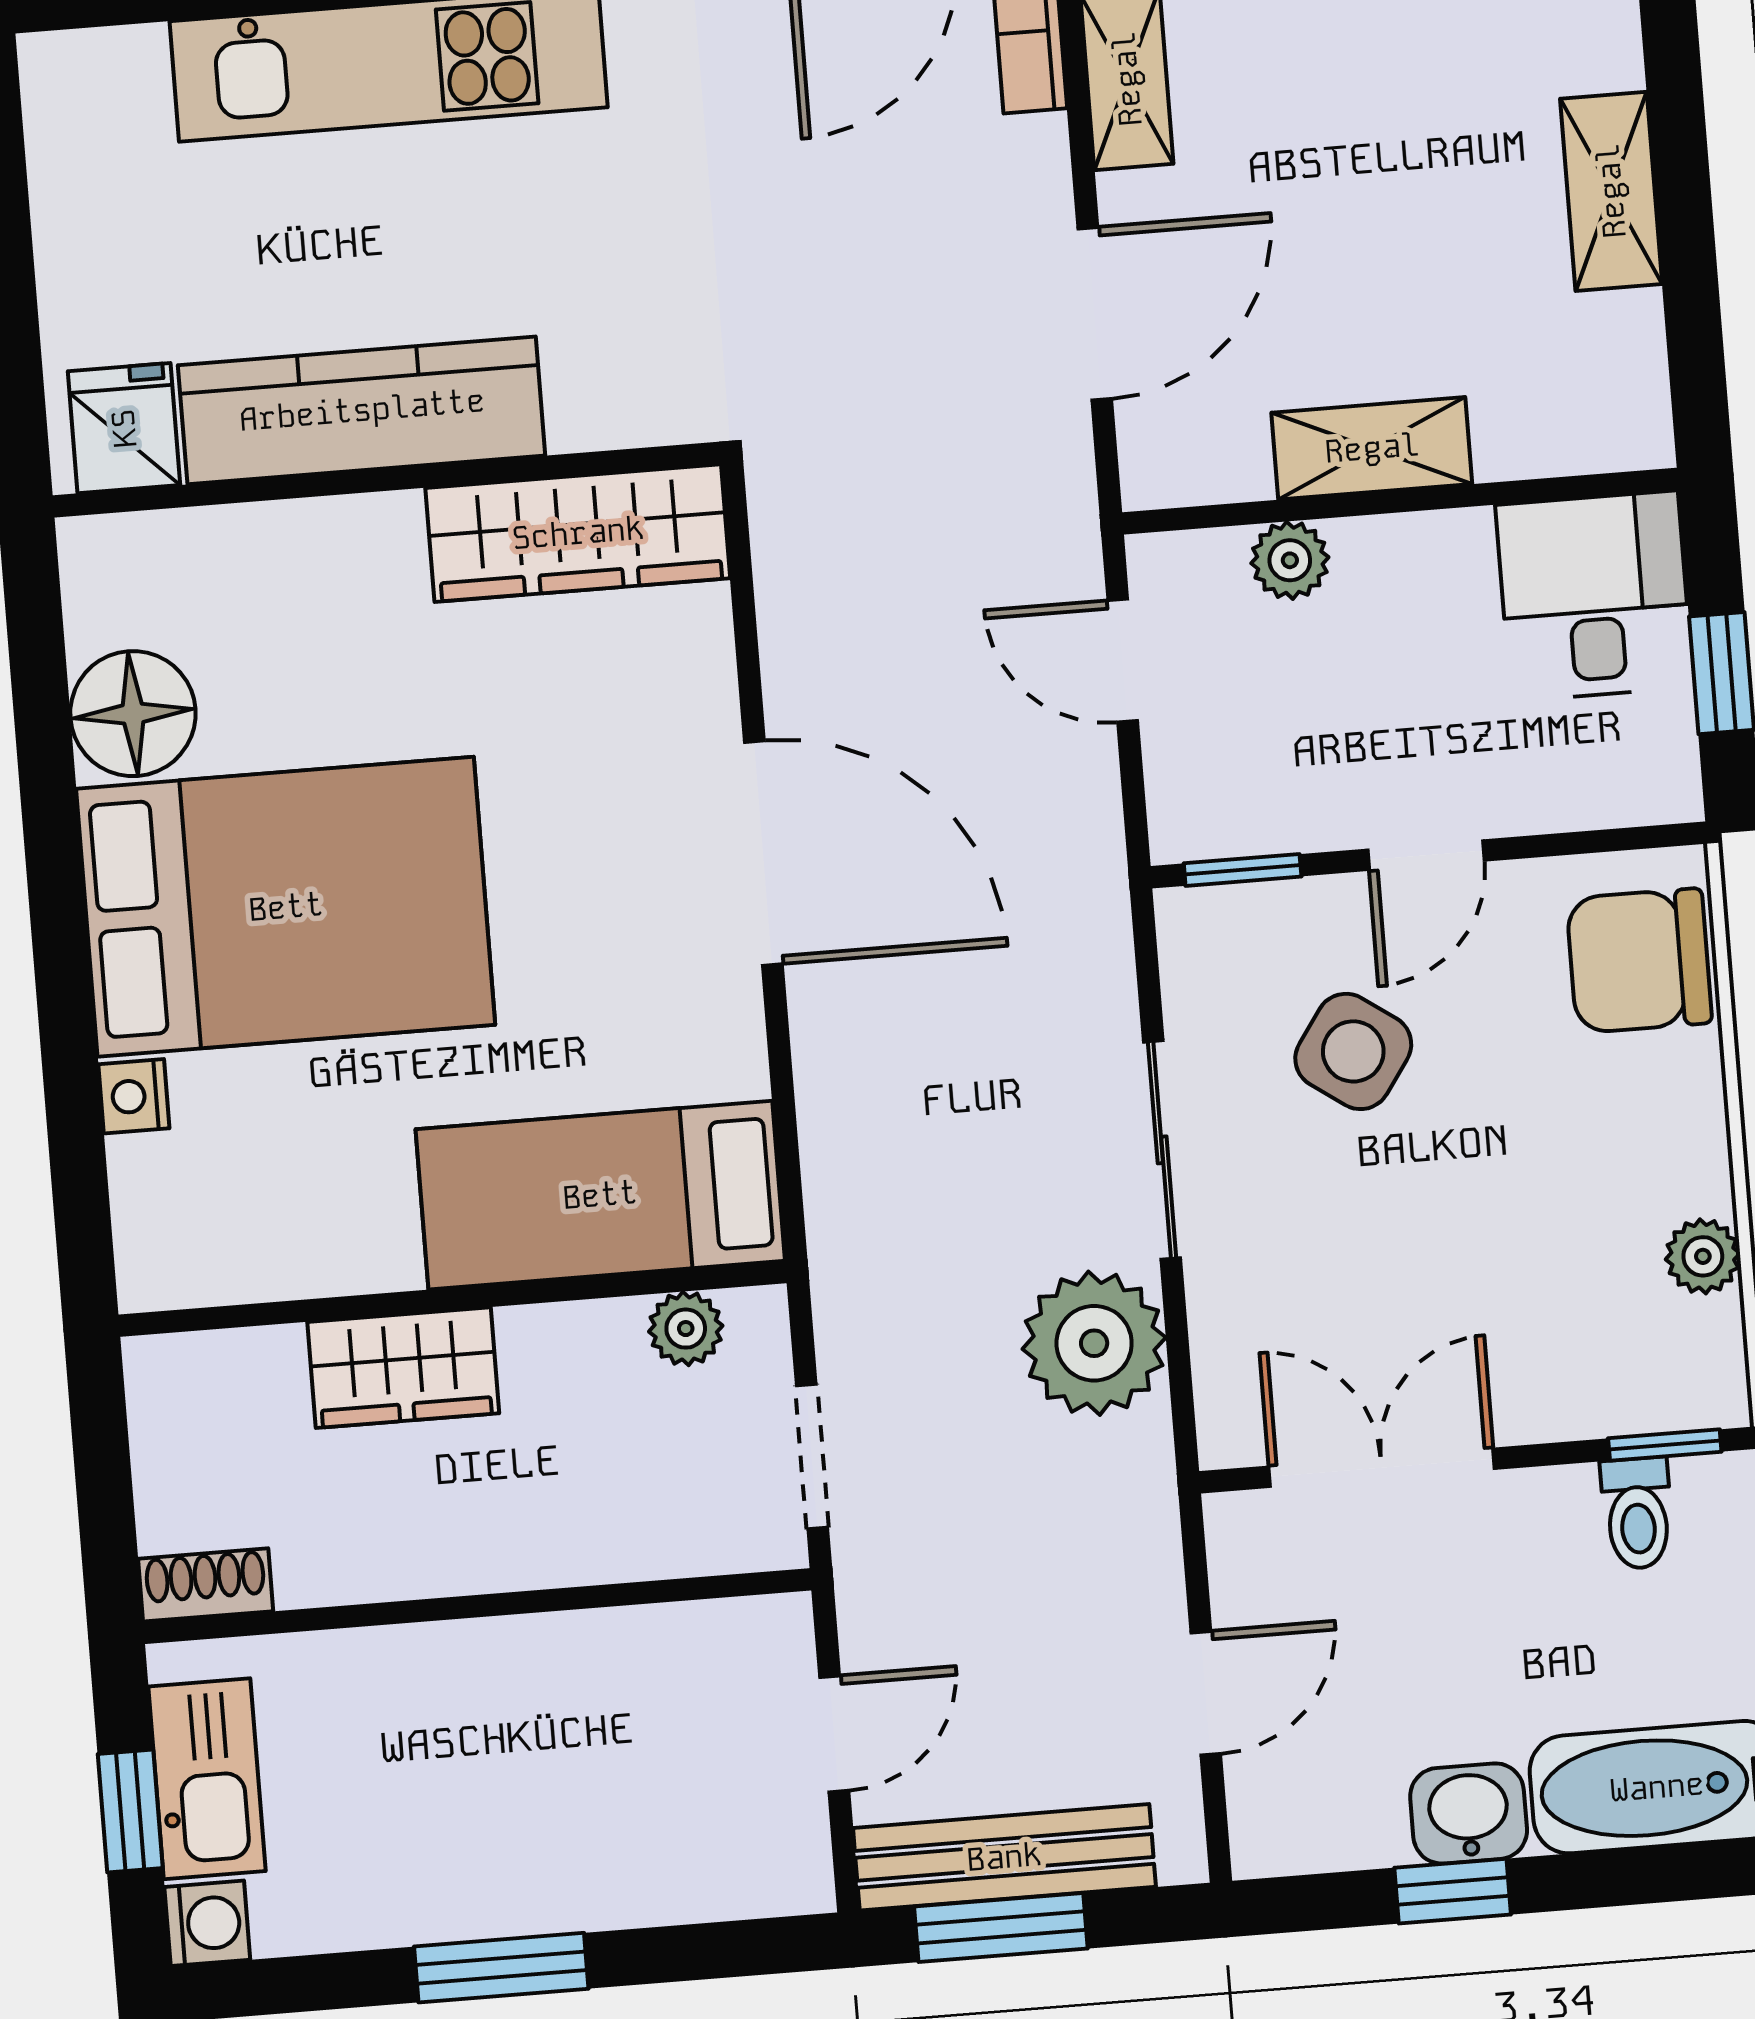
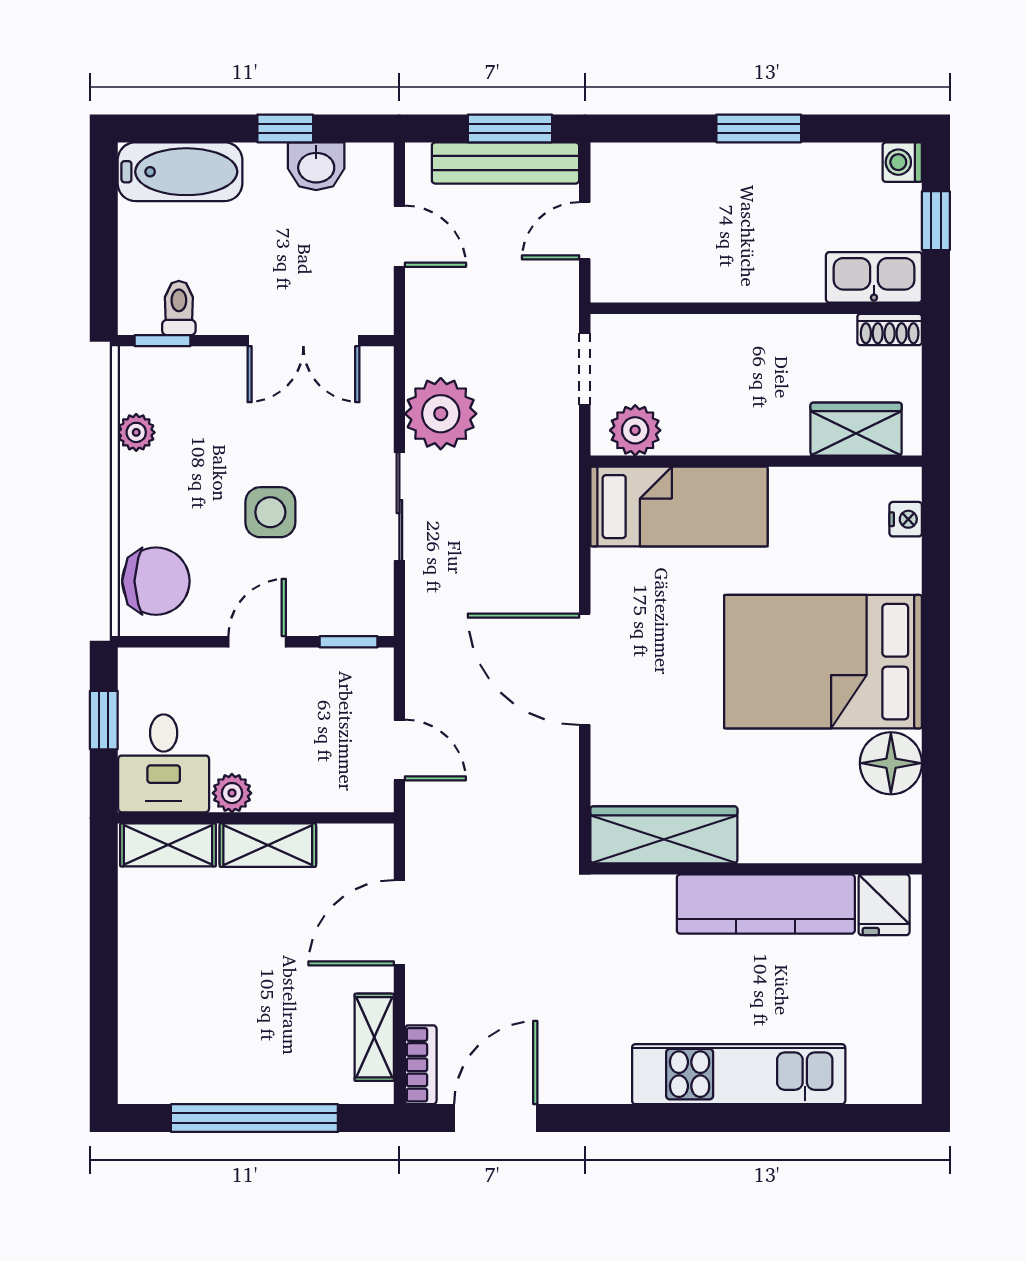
shelving: (1611, 191) -> (168, 845), moved, turned 90
plant: (1290, 560) -> (232, 793), moved
side table: (1353, 1051) -> (270, 512), moved, turned -35
nightstand: (134, 1096) -> (906, 519), moved
plant: (686, 1329) -> (635, 430), width x1.38, depth x1.38
wardrobe: (403, 1368) -> (856, 429), moved
door: (1206, 1693) -> (399, 236), swing flipped
kitchen sink: (207, 1779) -> (874, 277), moved, turned 90
washbasin: (1469, 1813) -> (316, 166), moved

